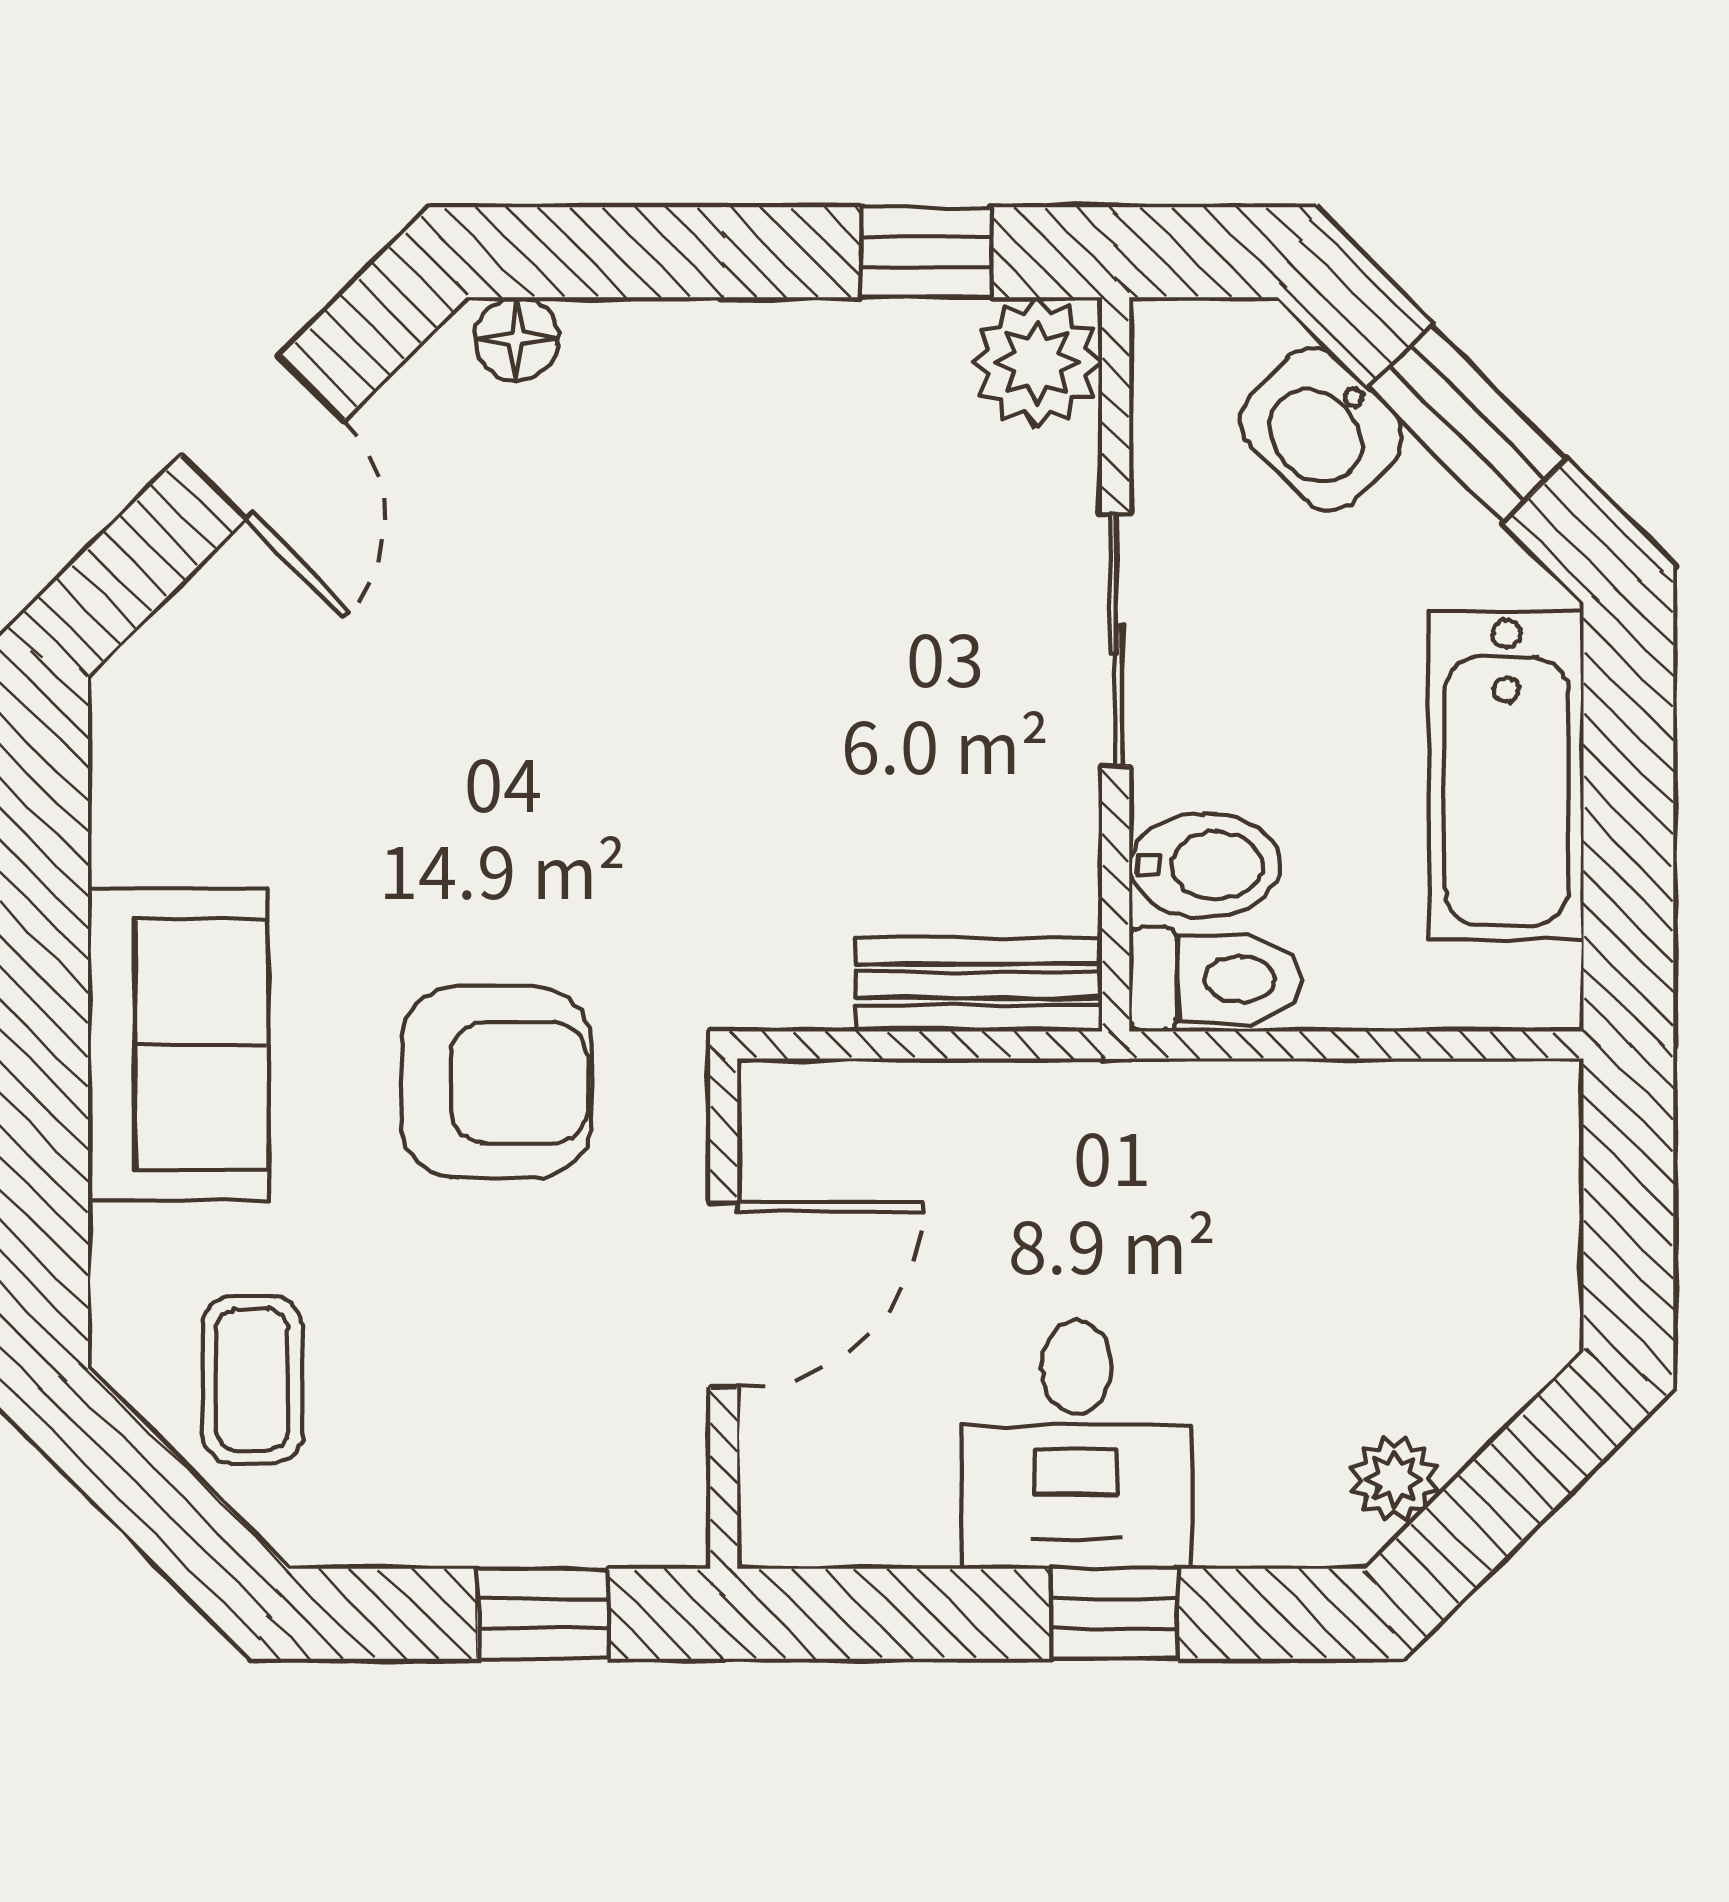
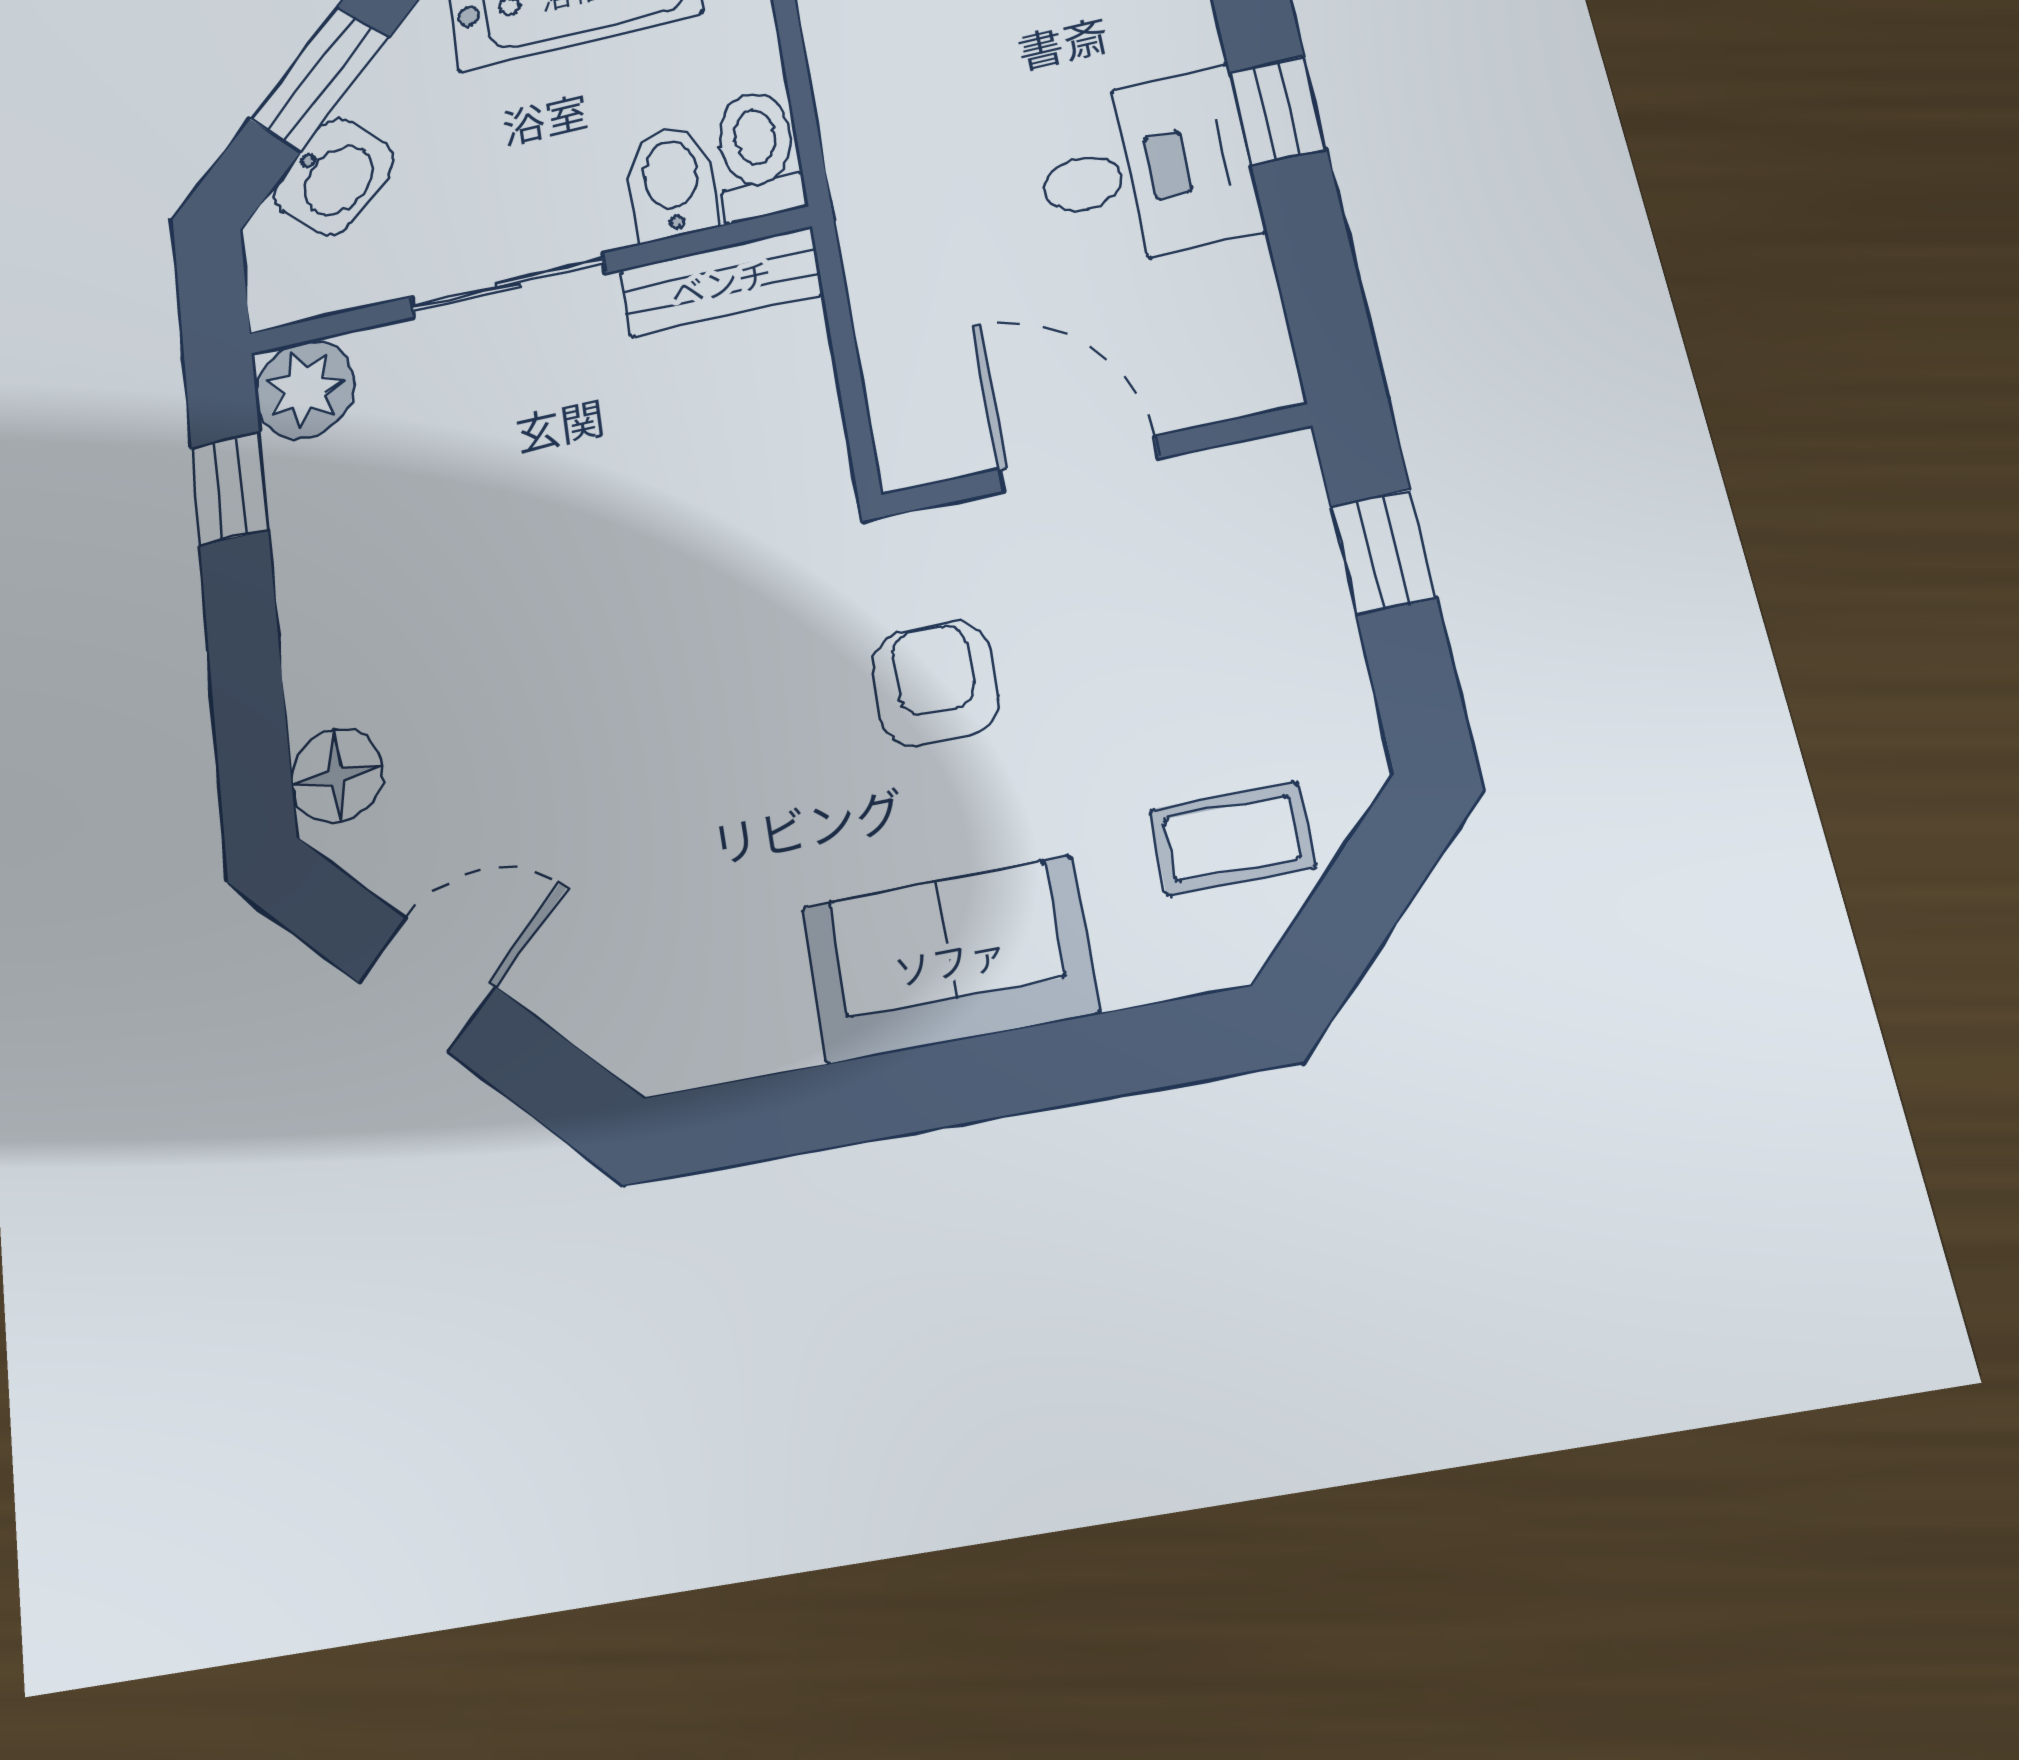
floor lamp: (516, 339) -> (337, 776), width x1.37, depth x1.37
bench: (979, 984) -> (721, 282), moved, turned 90
armchair: (496, 1083) -> (935, 684), width x0.72, depth x0.72

